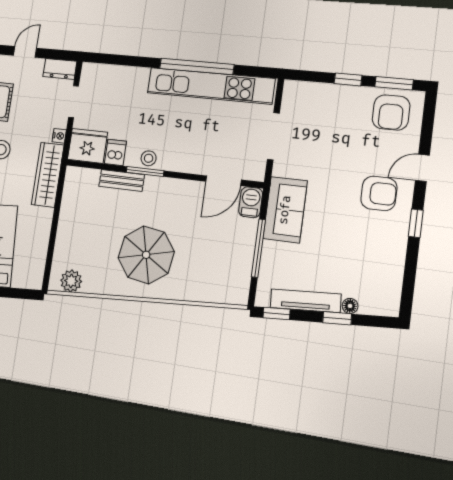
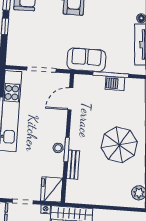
dishwasher: (115, 152) -> (55, 170), removed
door: (224, 181) -> (70, 99), swing flipped
barbecue: (251, 202) -> (115, 83), moved

